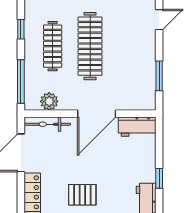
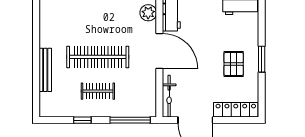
clothes rail: (53, 46) -> (98, 91), width x0.73
plant: (49, 101) -> (148, 13), moved

